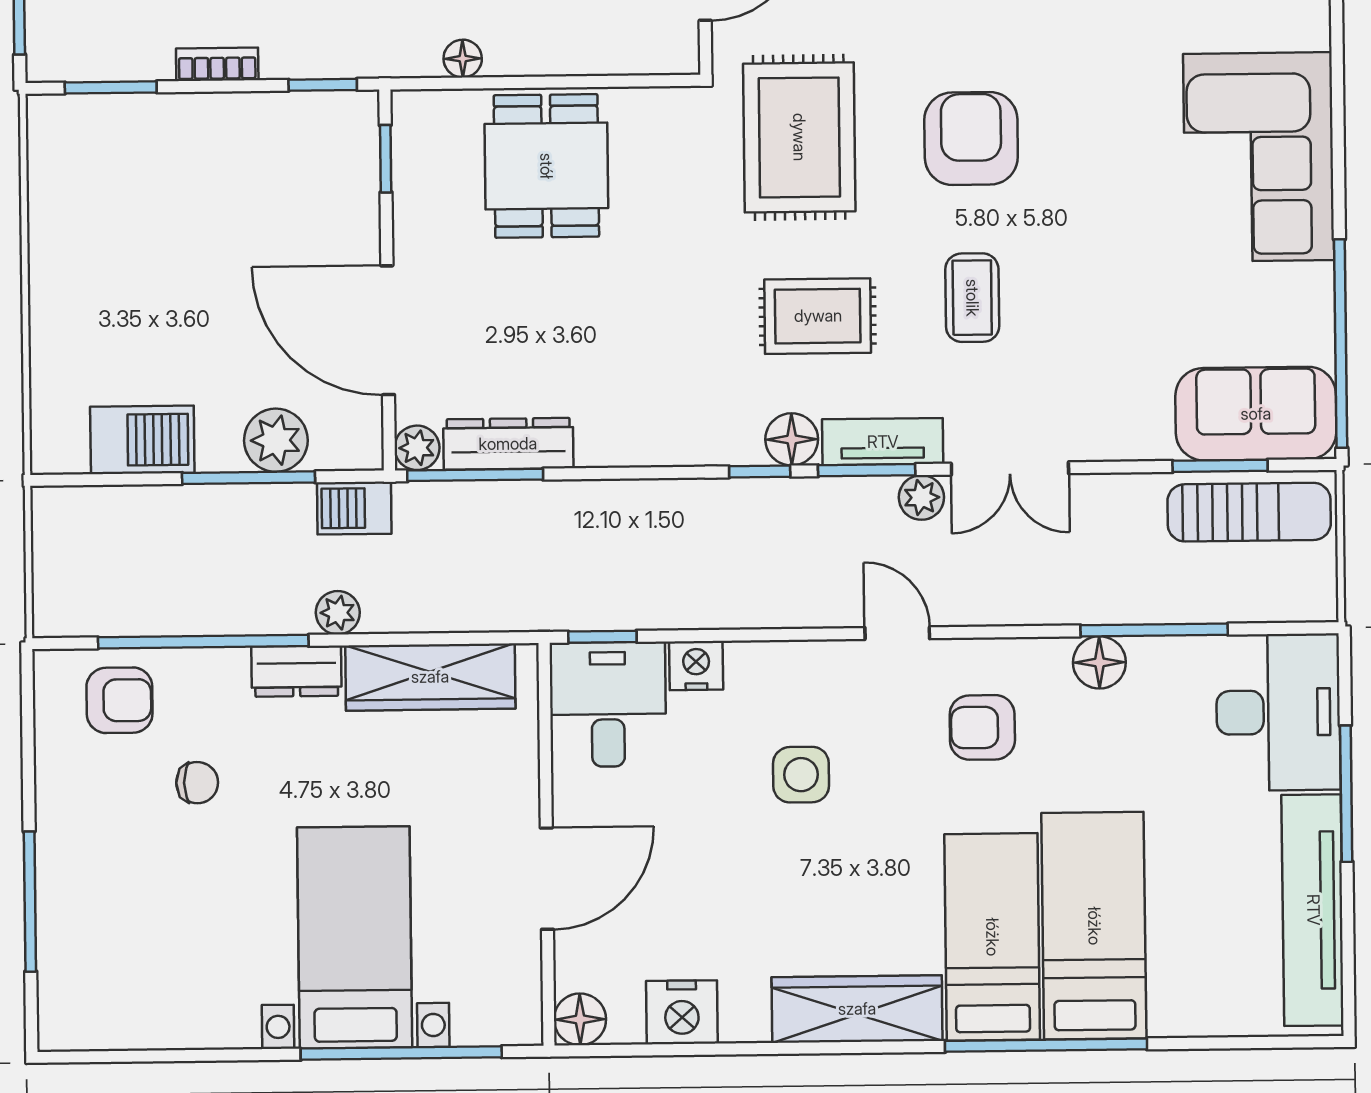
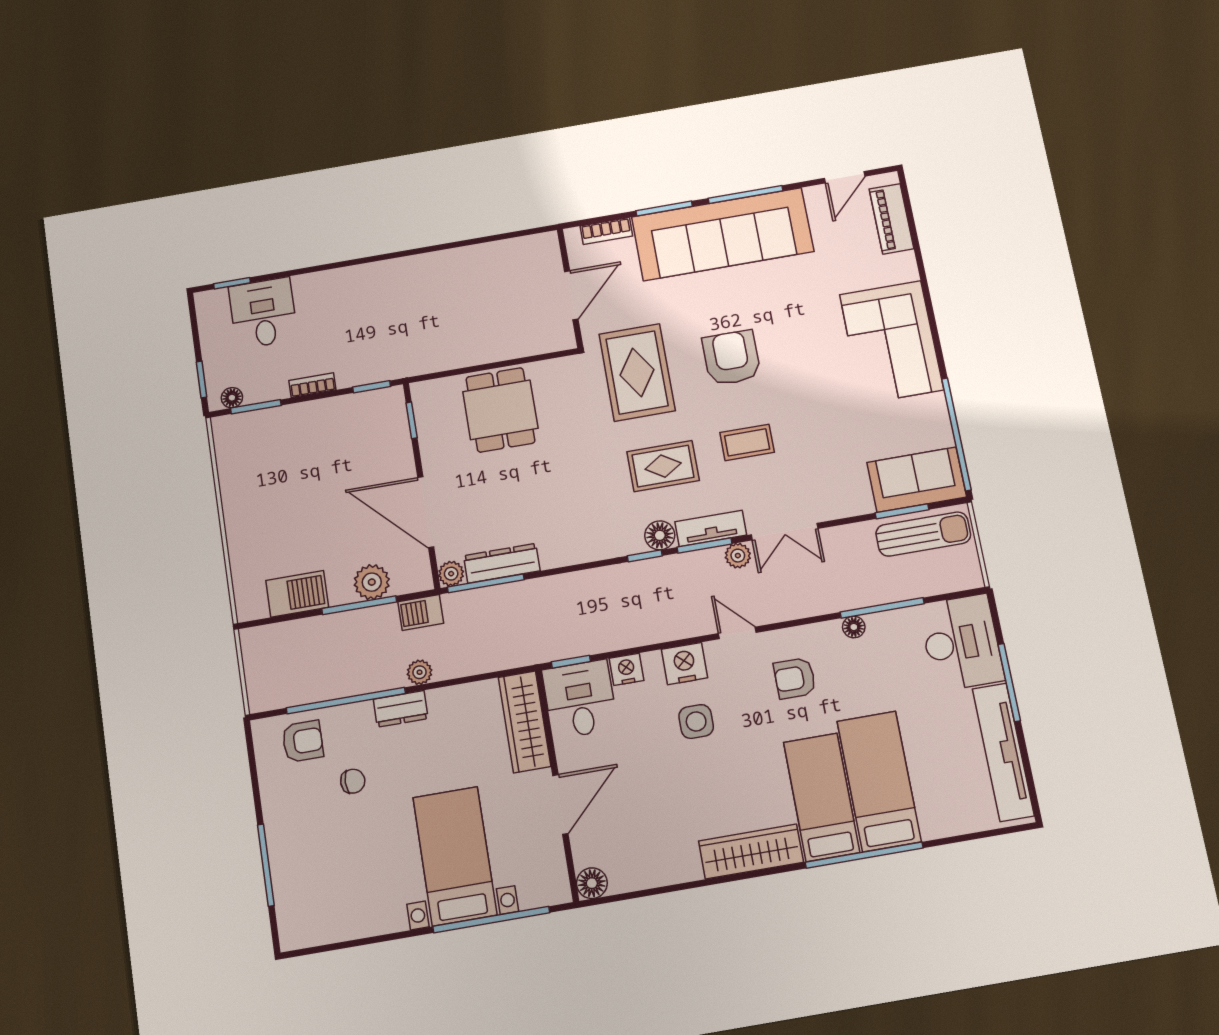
floor lamp: (463, 59) -> (232, 398), moved
coffee table: (972, 298) -> (747, 442), turned 90
floor lamp: (1099, 662) -> (854, 627), width x0.73, depth x0.73
wardrobe: (430, 677) -> (525, 722), moved, turned 90
nightstand: (682, 1012) -> (684, 664), moved, turned 180

